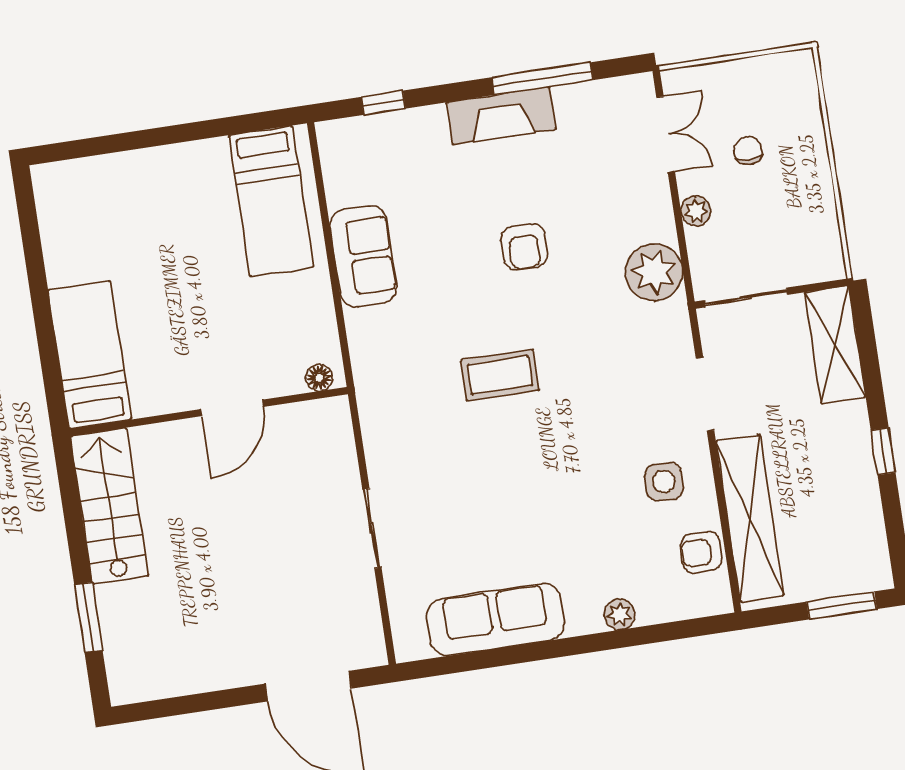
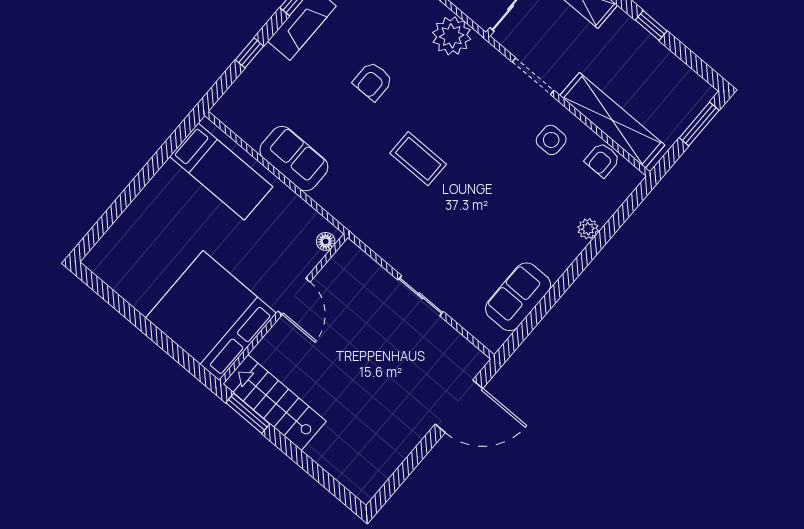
window: (383, 103) -> (249, 53), moved
armchair: (524, 247) -> (373, 81), turned 90
bed: (90, 355) -> (211, 316), width x2.04
coffee table: (500, 375) -> (418, 159), turned 90
window: (88, 617) -> (248, 413), moved
sofa: (495, 620) -> (518, 297), width x0.73

